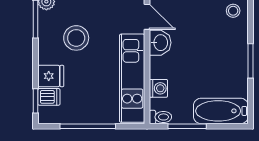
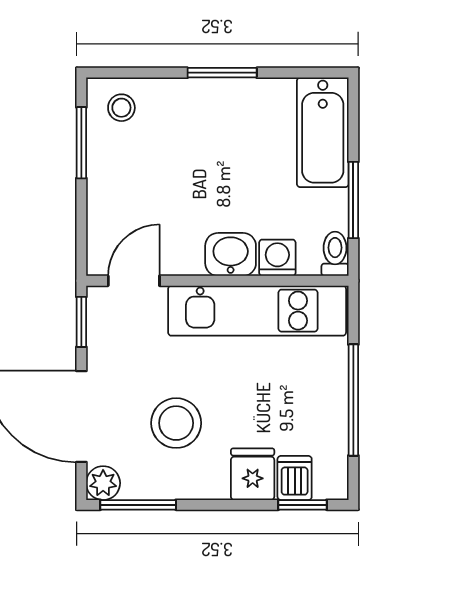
washbasin: (160, 43) -> (231, 254), moved

